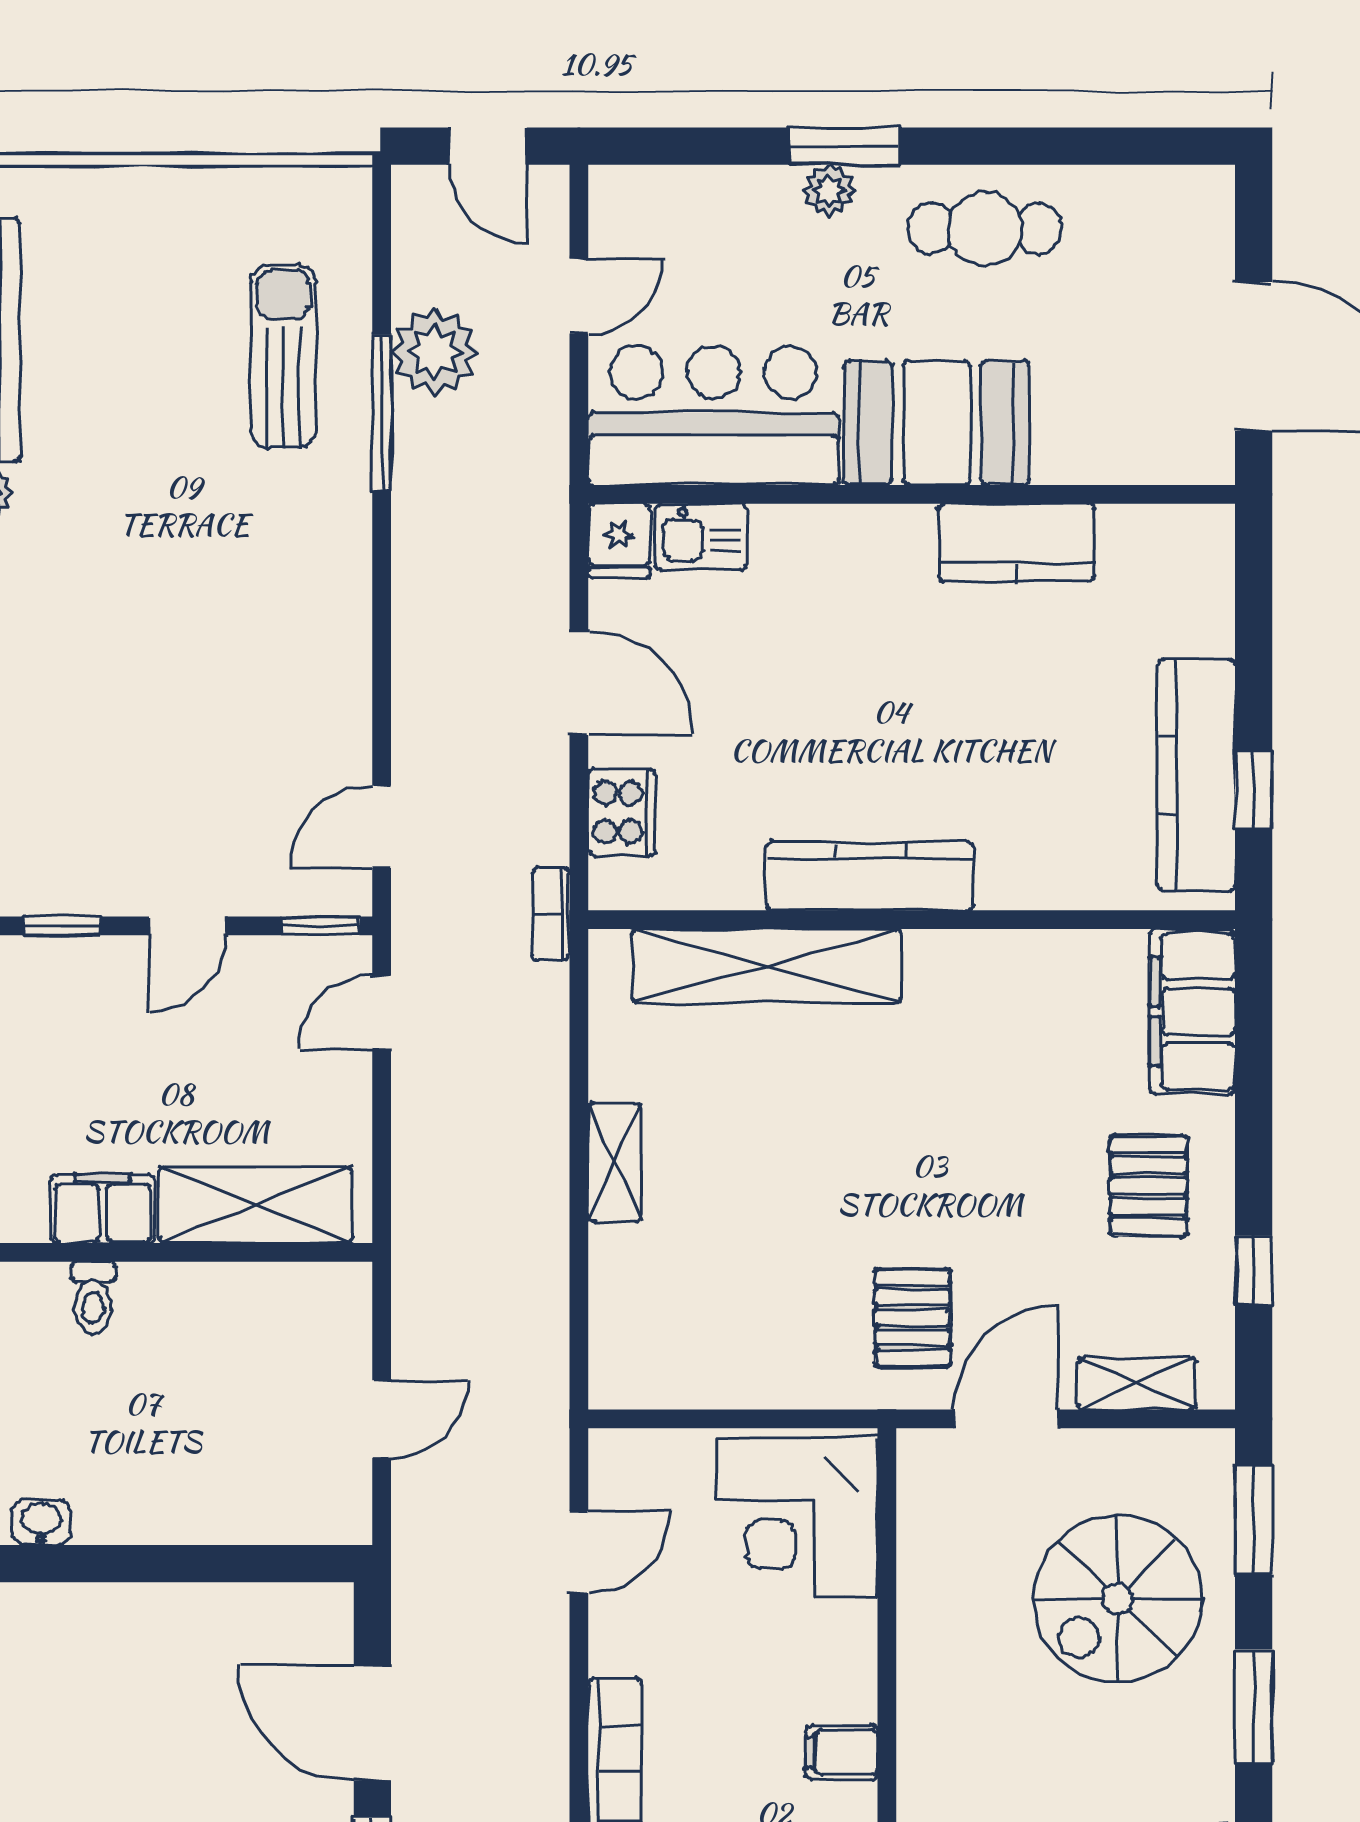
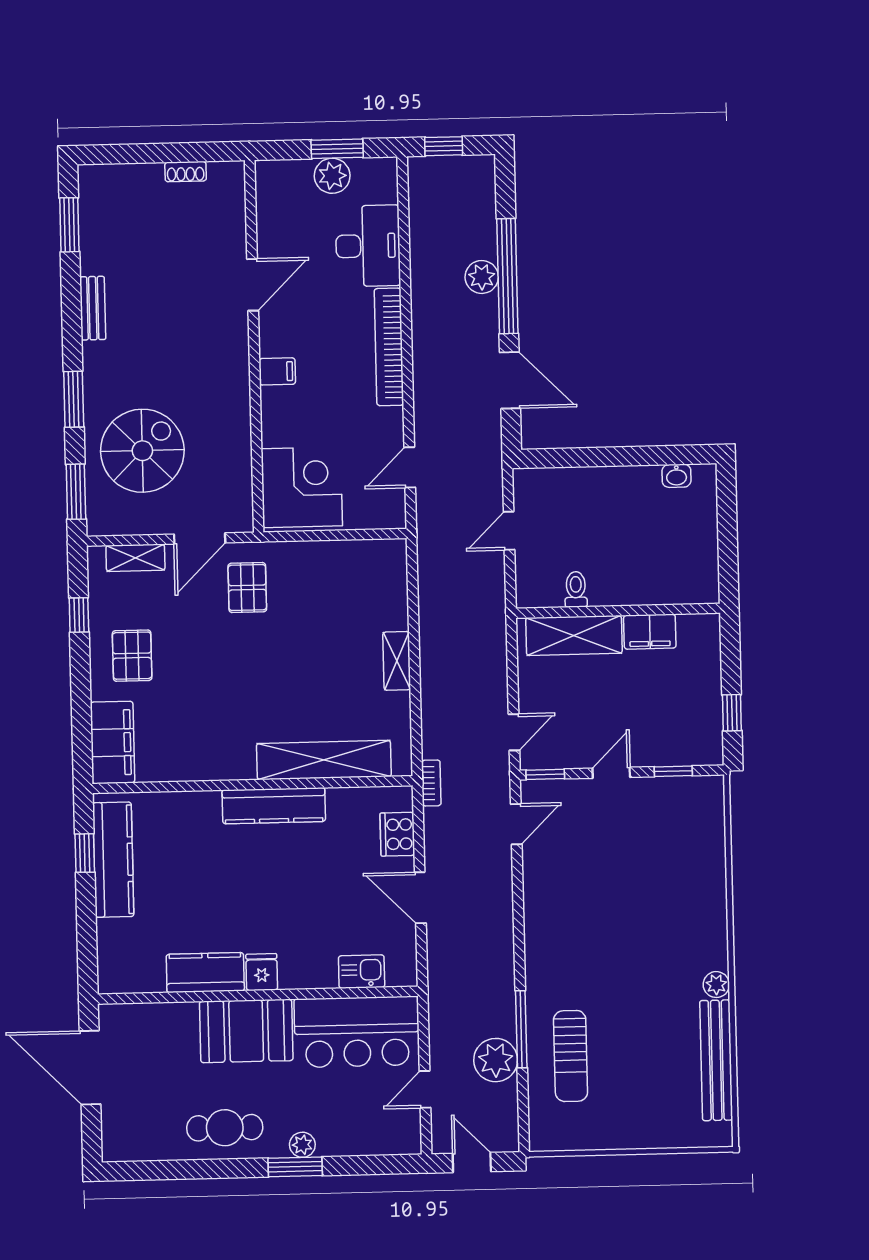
fridge: (619, 541) -> (262, 972), moved
toilet: (93, 1298) -> (576, 589), moved

